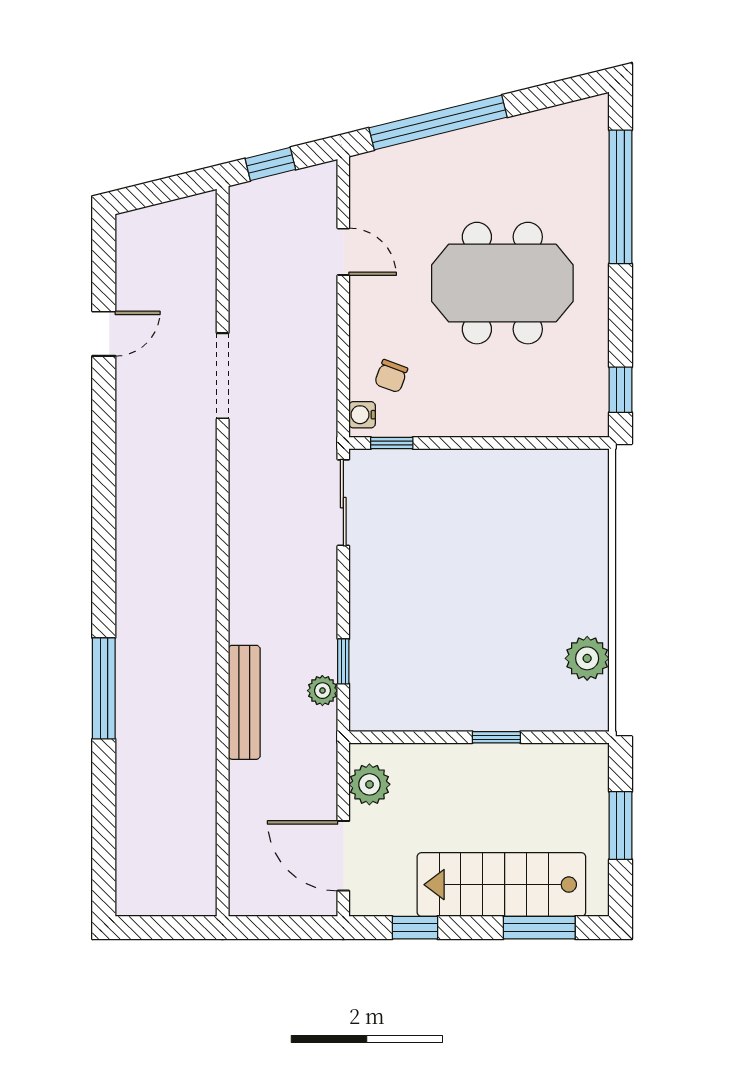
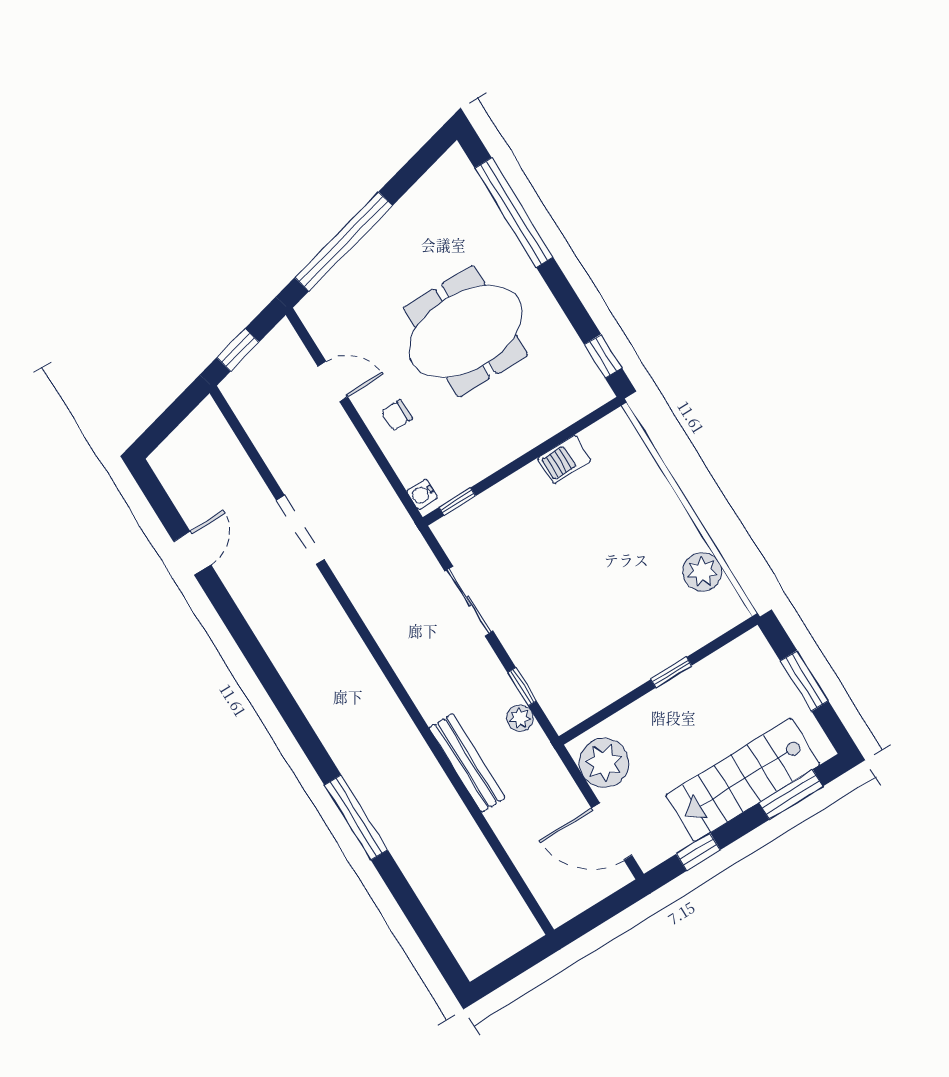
chair: (391, 376) -> (397, 415), moved, turned 70
barbecue: (521, 467) -> (564, 459), added
sliding door: (343, 503) -> (469, 601), moved
plant: (369, 784) -> (604, 763), width x1.36, depth x1.36

